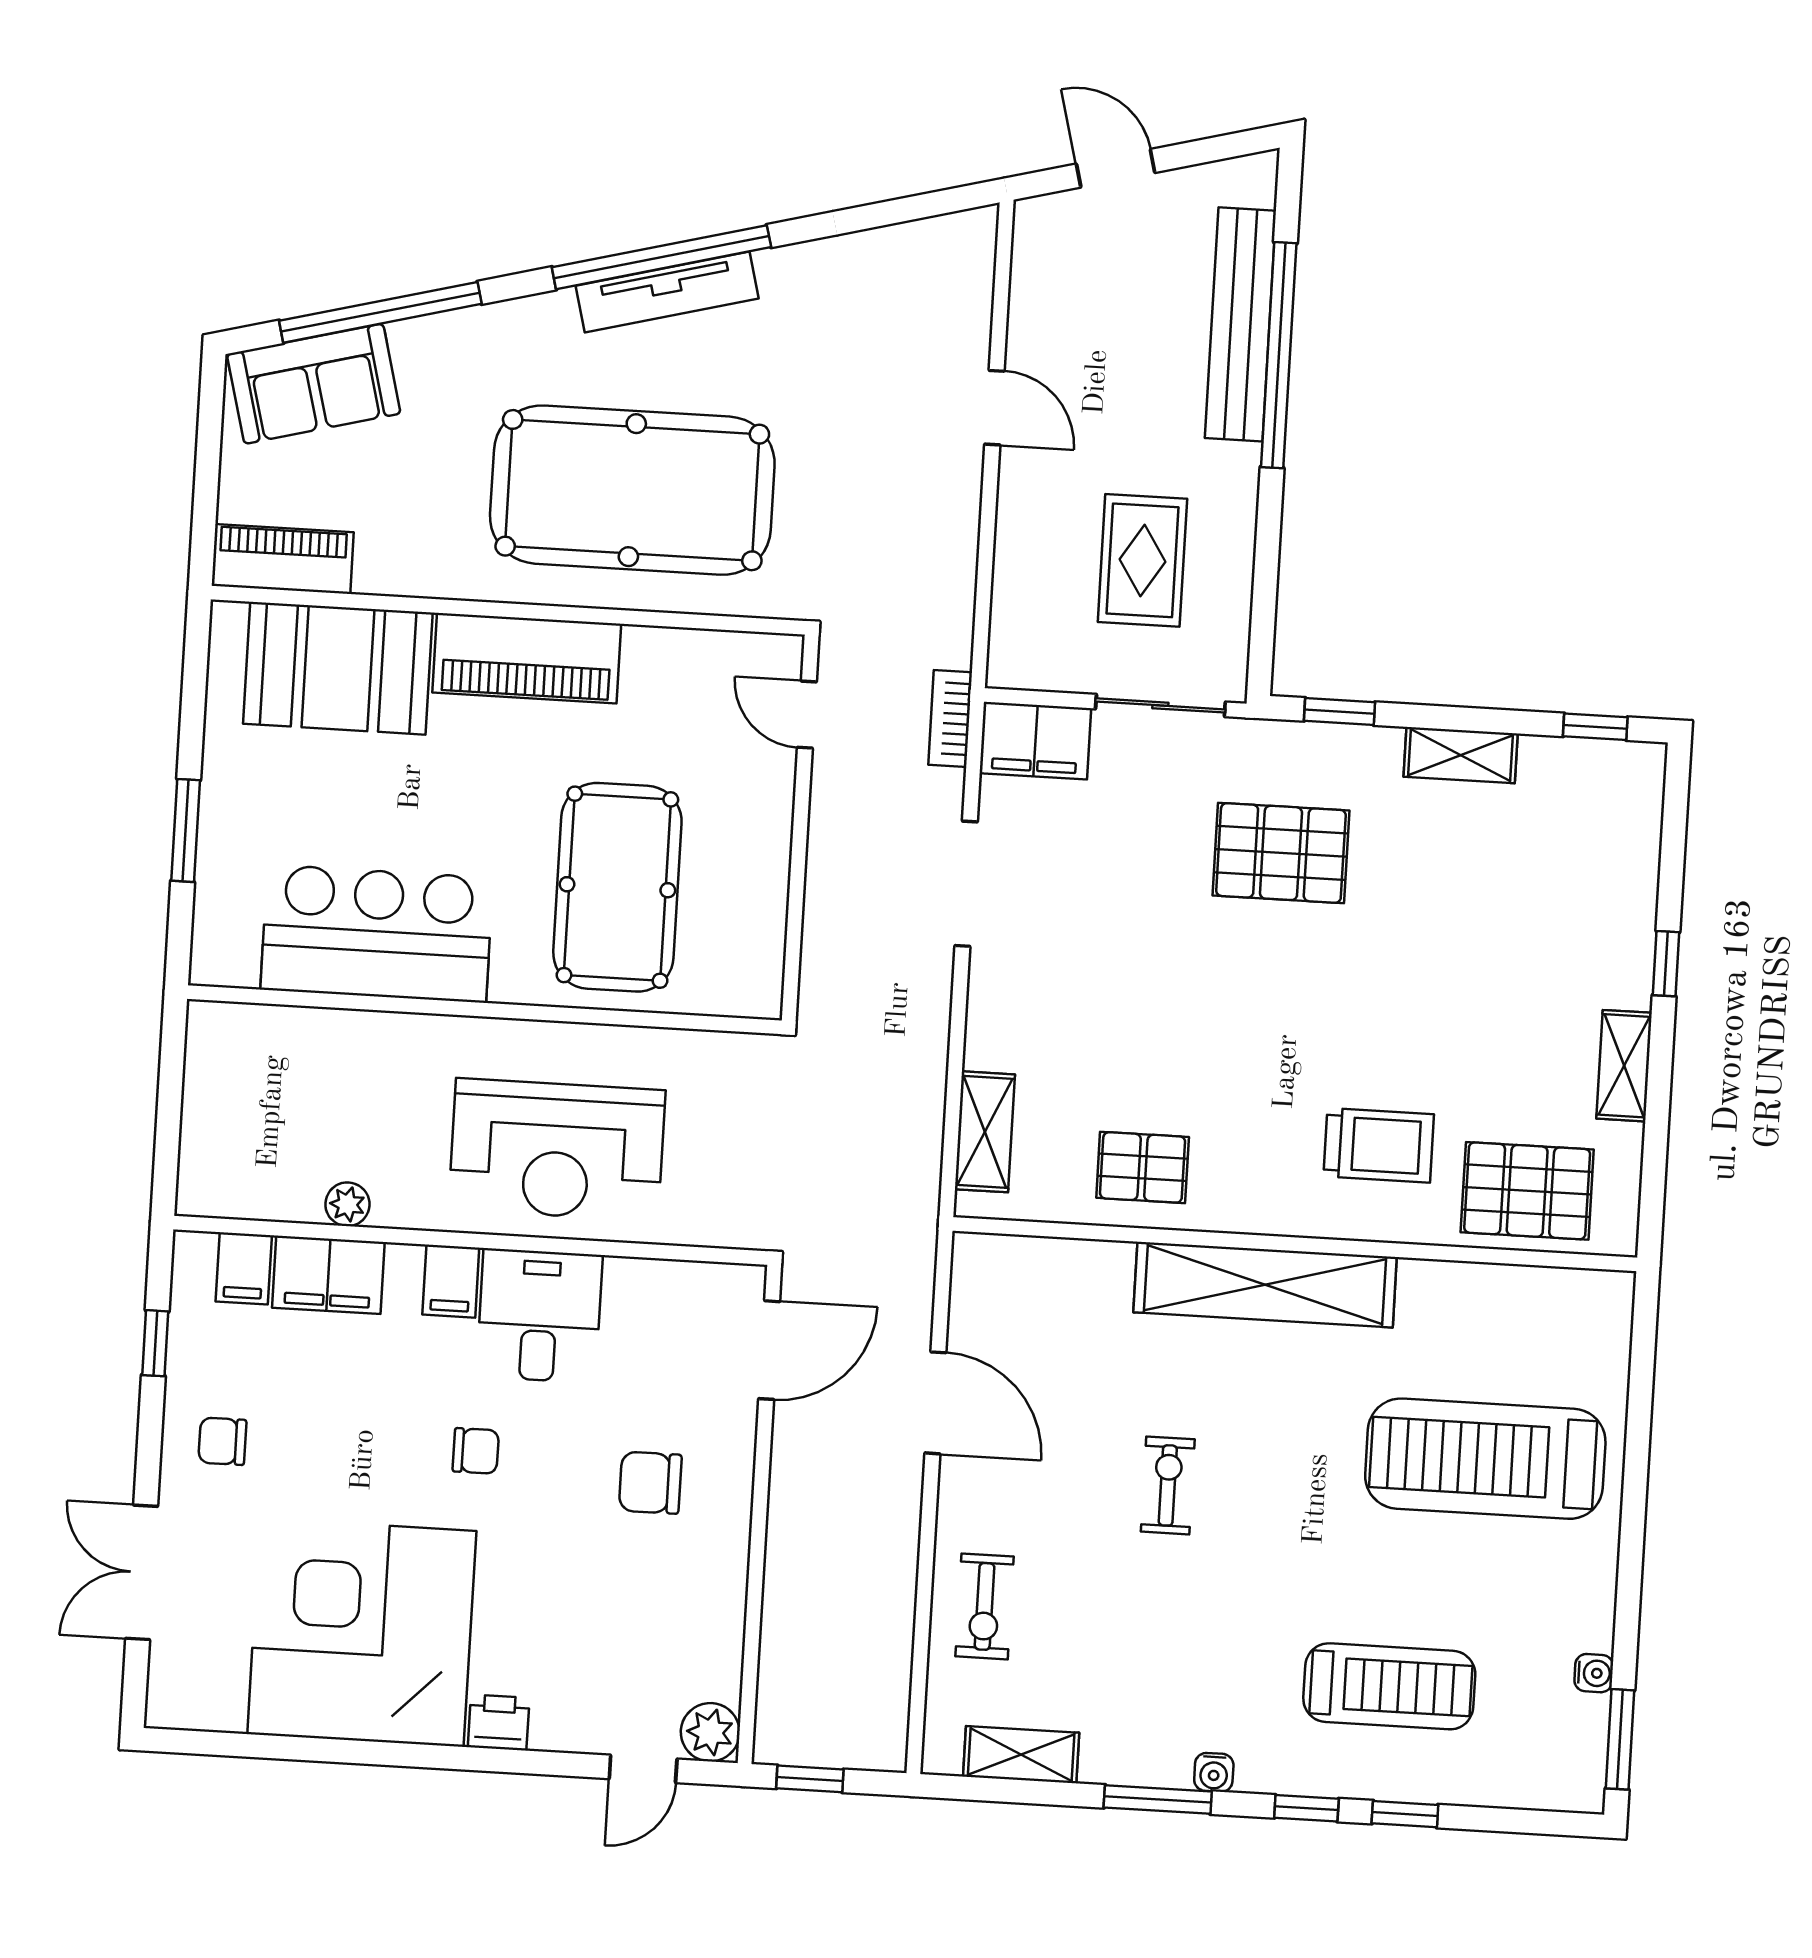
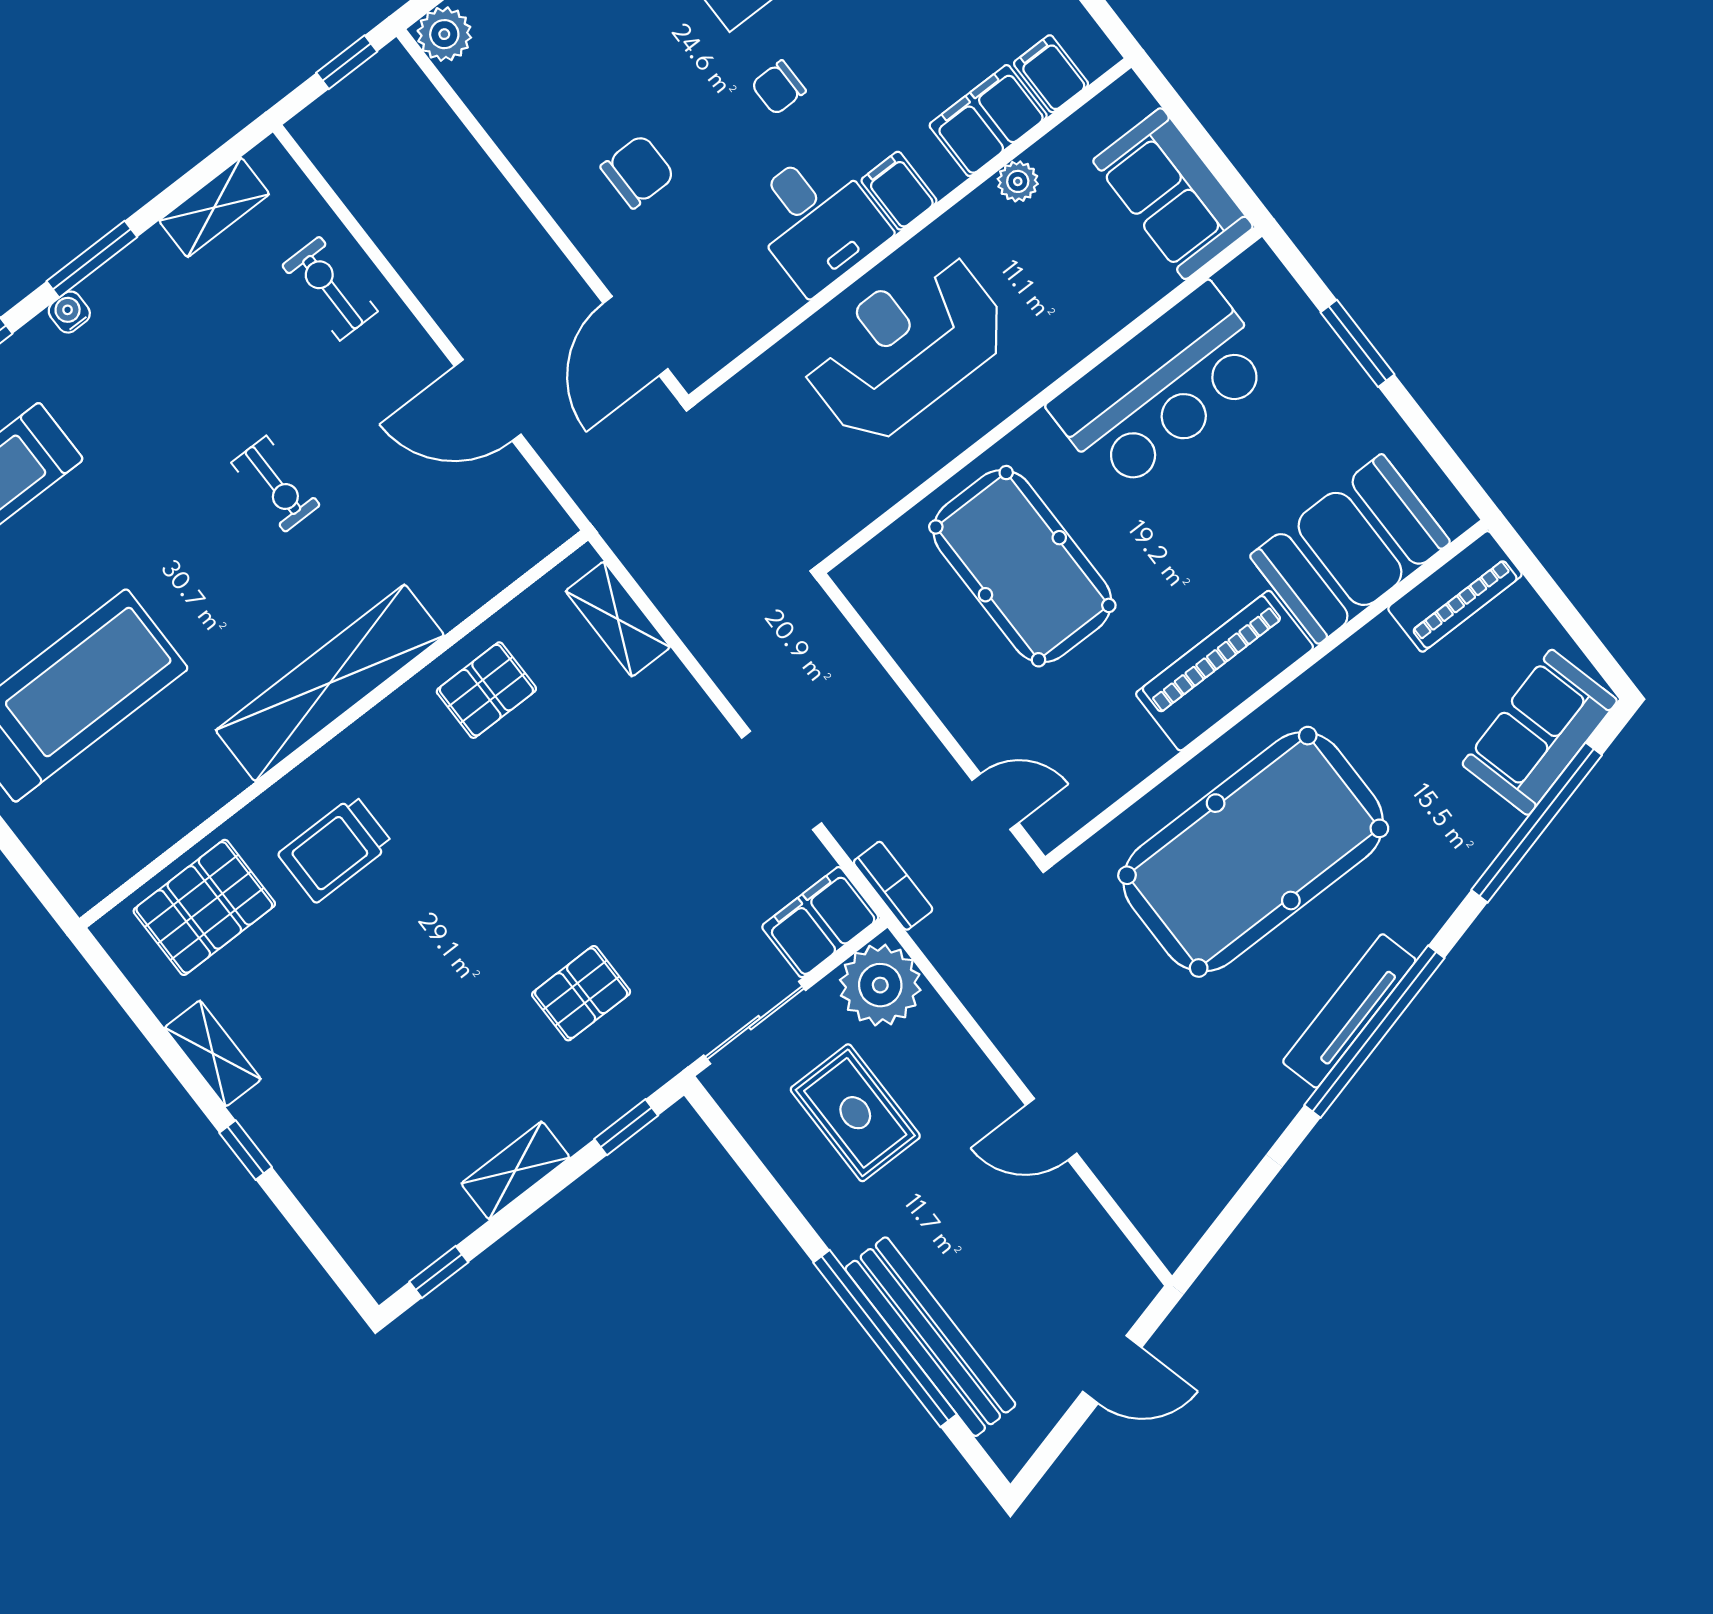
plant: (1031, 647) -> (880, 985), added
pallet: (1281, 853) -> (581, 993), width x0.67, depth x0.71
sofa: (230, 1084) -> (1173, 194), added

